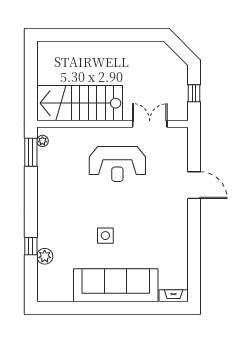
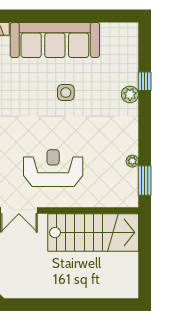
plant: (42, 141) -> (132, 161), moved
plant: (45, 256) -> (130, 94), moved

